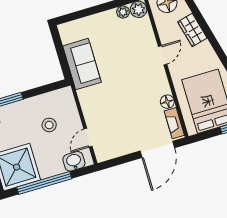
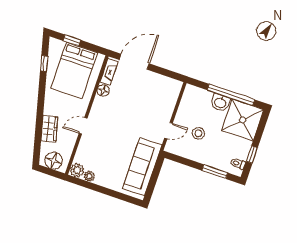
sofa: (82, 64) -> (142, 167), width x1.36
door: (88, 138) -> (168, 131), moved
washbasin: (74, 161) -> (220, 103), moved

